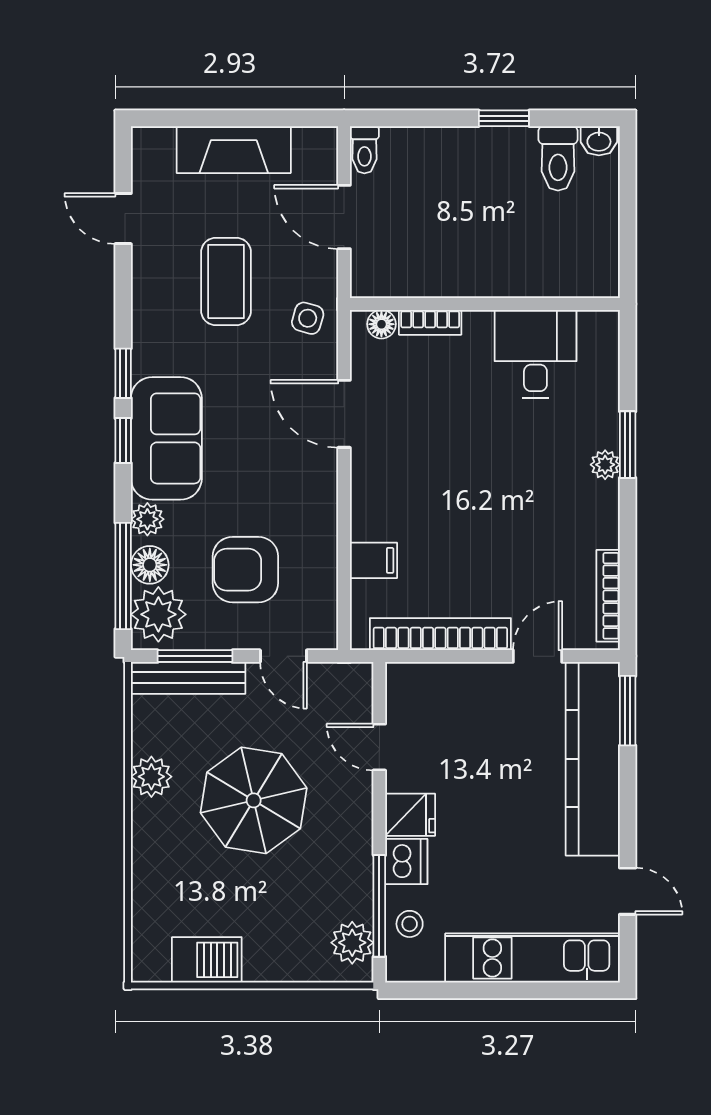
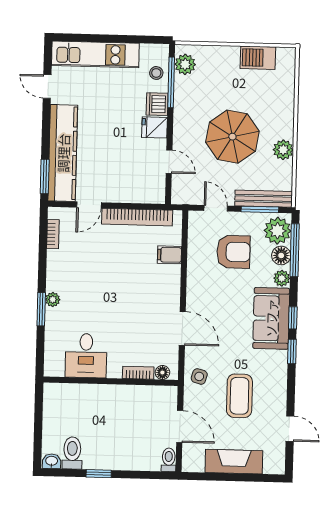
bookcase: (608, 596) -> (53, 234), width x0.64

